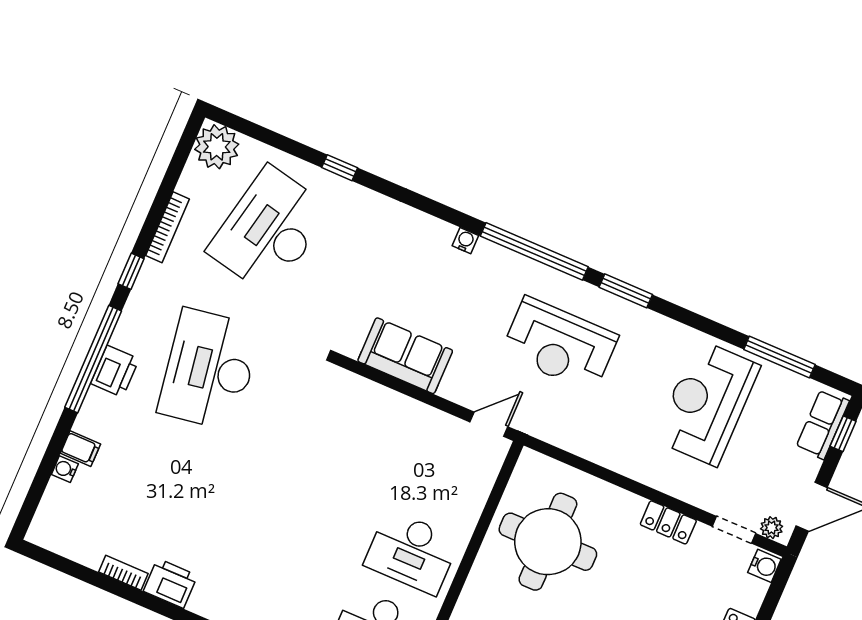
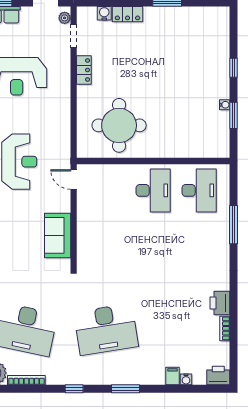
bookcase: (168, 227) -> (26, 380), moved
window: (93, 359) -> (126, 389), width x0.47
printer: (115, 371) -> (218, 376), moved
water cooler: (764, 566) -> (104, 13), moved

